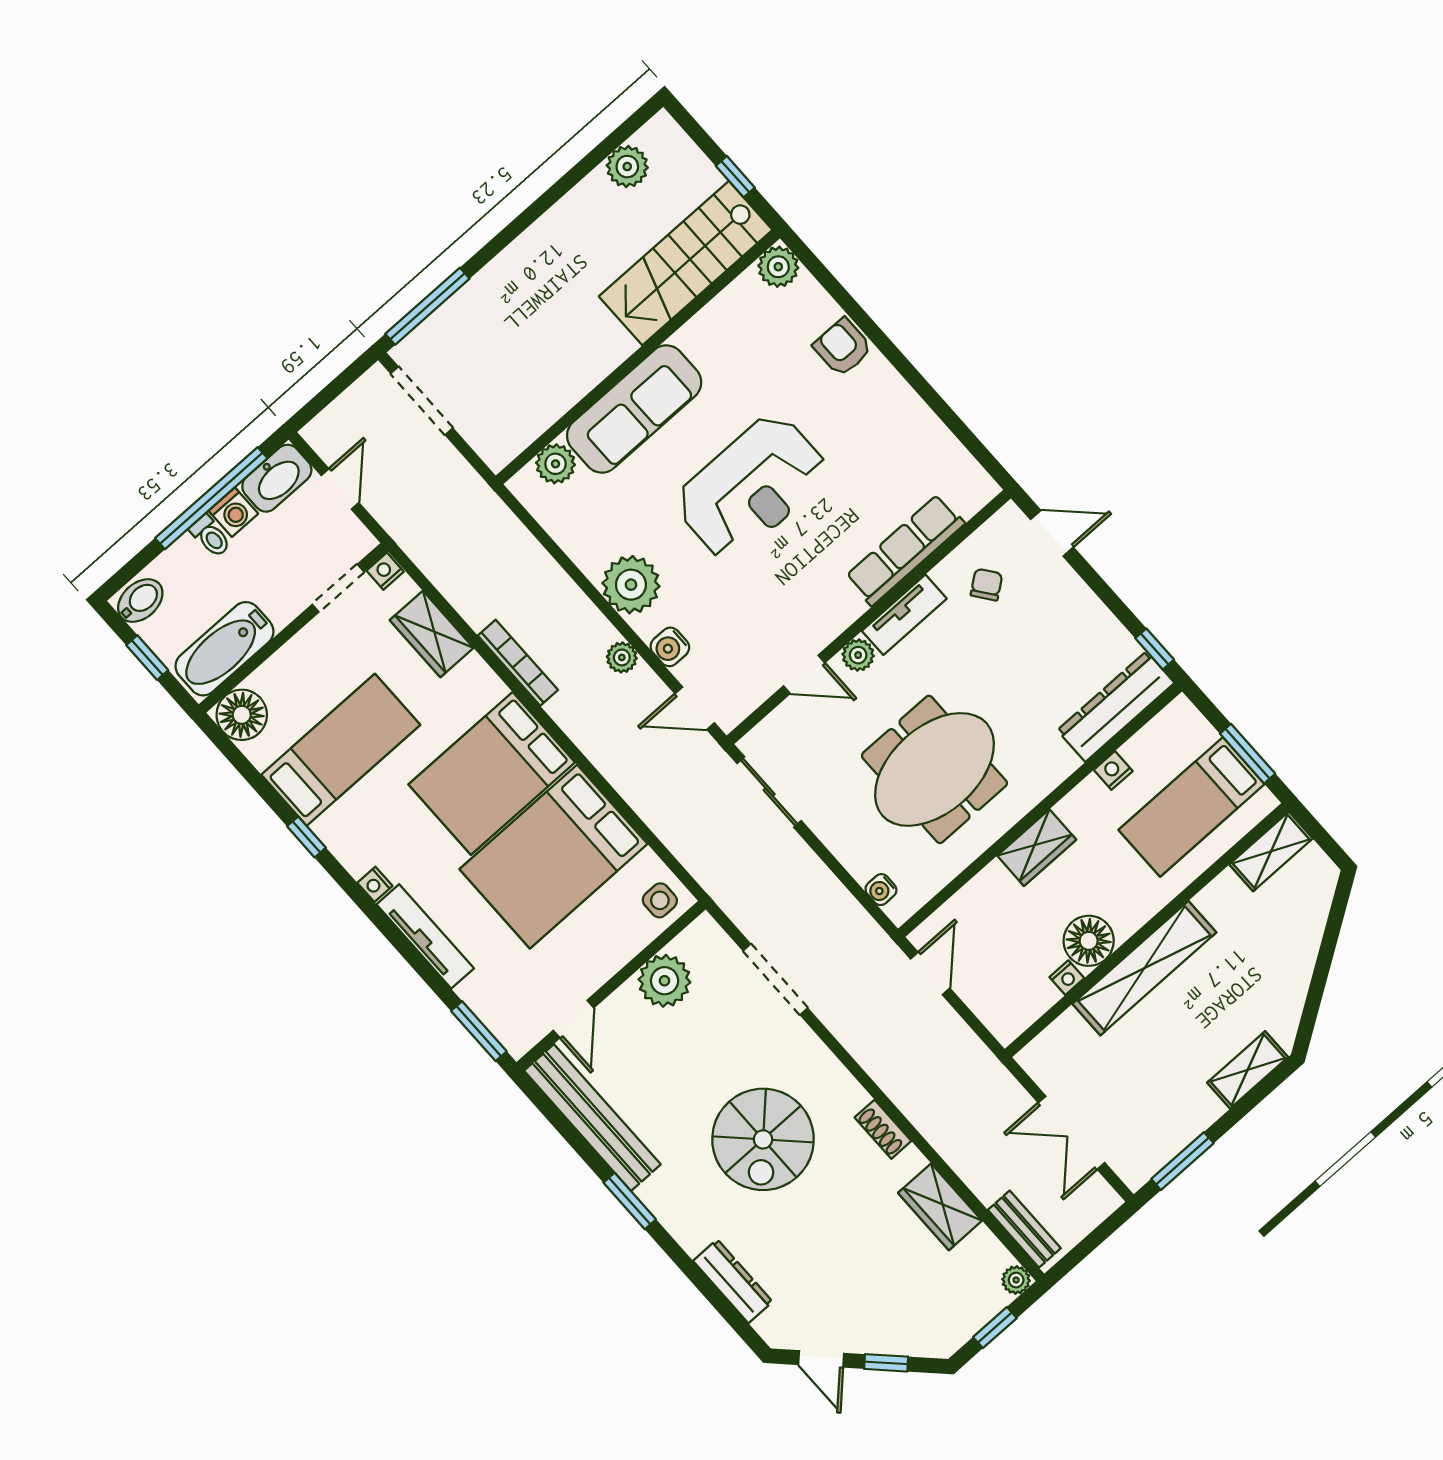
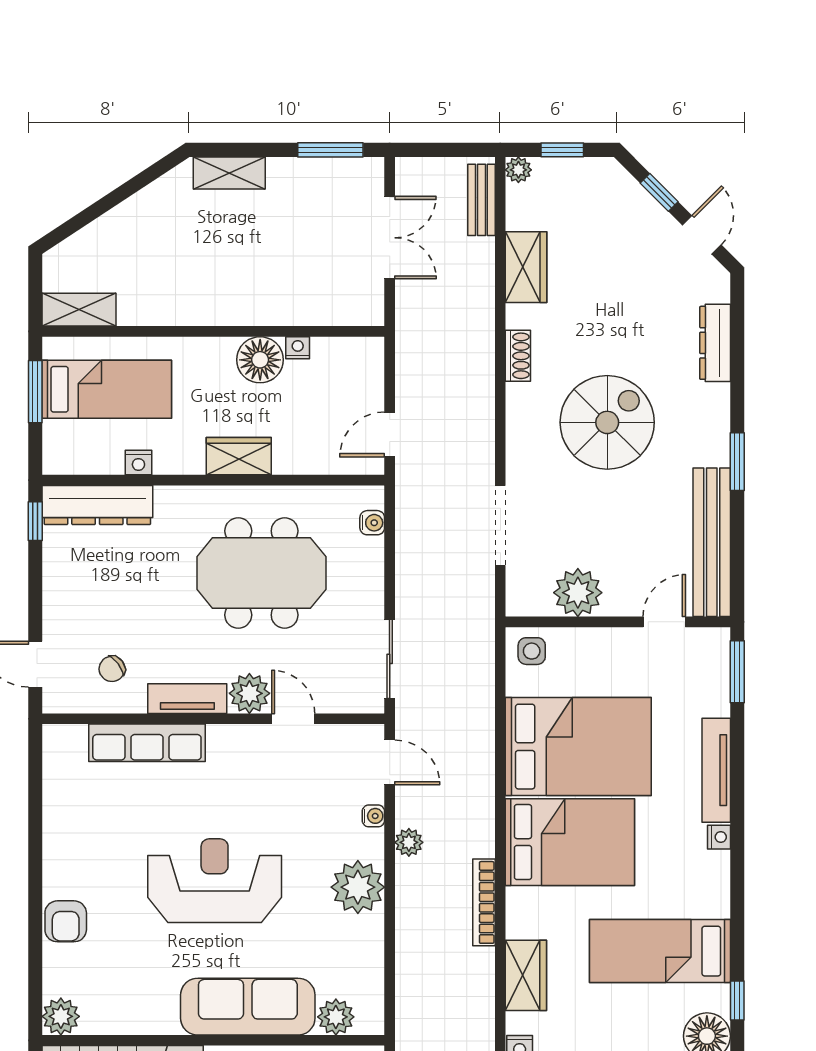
water cooler: (670, 647) -> (373, 816), width x0.72, depth x0.72
plant: (858, 655) -> (249, 693), width x1.38, depth x1.38
window: (306, 837) -> (737, 1000), moved
shelving: (1144, 968) -> (238, 307), removed

